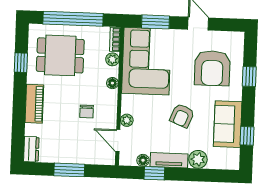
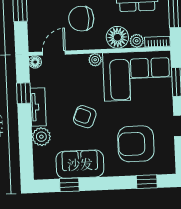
window: (249, 76) -> (147, 182), moved
floor lamp: (112, 83) -> (117, 37), width x1.89, depth x1.89
chair: (87, 111) -> (81, 19), width x1.87, depth x1.87
plant: (127, 120) -> (95, 60), moved
floor lamp: (143, 160) -> (35, 62), moved

